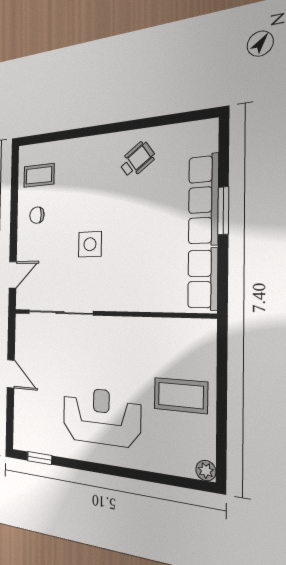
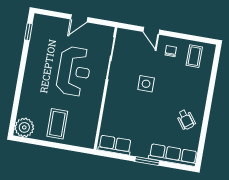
row of seats: (203, 200) -> (173, 155), moved
door: (13, 275) -> (151, 31), moved
reception desk: (101, 417) -> (74, 71), moved
plant: (206, 471) -> (24, 127), width x1.88, depth x1.88

